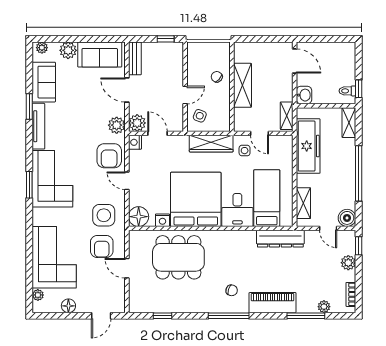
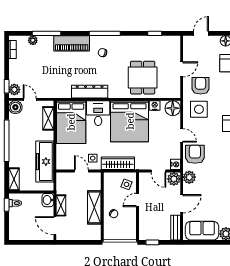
door: (127, 90) -> (182, 204), hinge flipped
shelving: (287, 116) -> (61, 205), moved
bed: (267, 198) -> (71, 122), width x1.50
dresser: (280, 239) -> (90, 92), moved
dining table: (178, 257) -> (143, 78), width x0.73
plant: (348, 263) -> (14, 90), moved
door: (127, 268) -> (182, 69), hinge flipped

